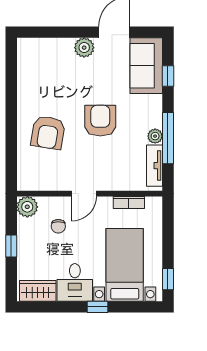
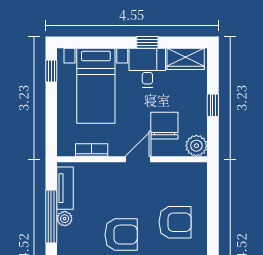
armchair: (100, 121) -> (121, 235), turned -90
armchair: (48, 133) -> (175, 222), turned 81
chair: (58, 226) -> (164, 126), width x1.87, depth x1.87
window: (98, 307) -> (147, 42), moved

